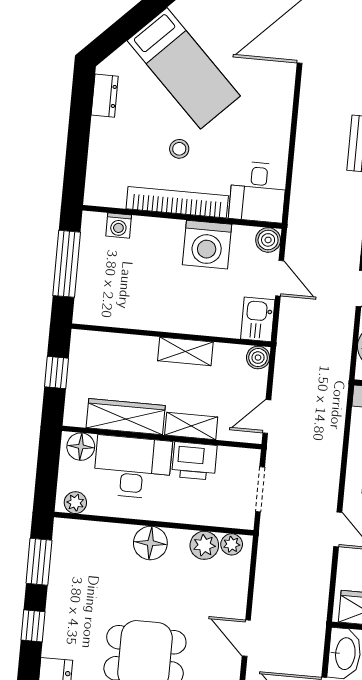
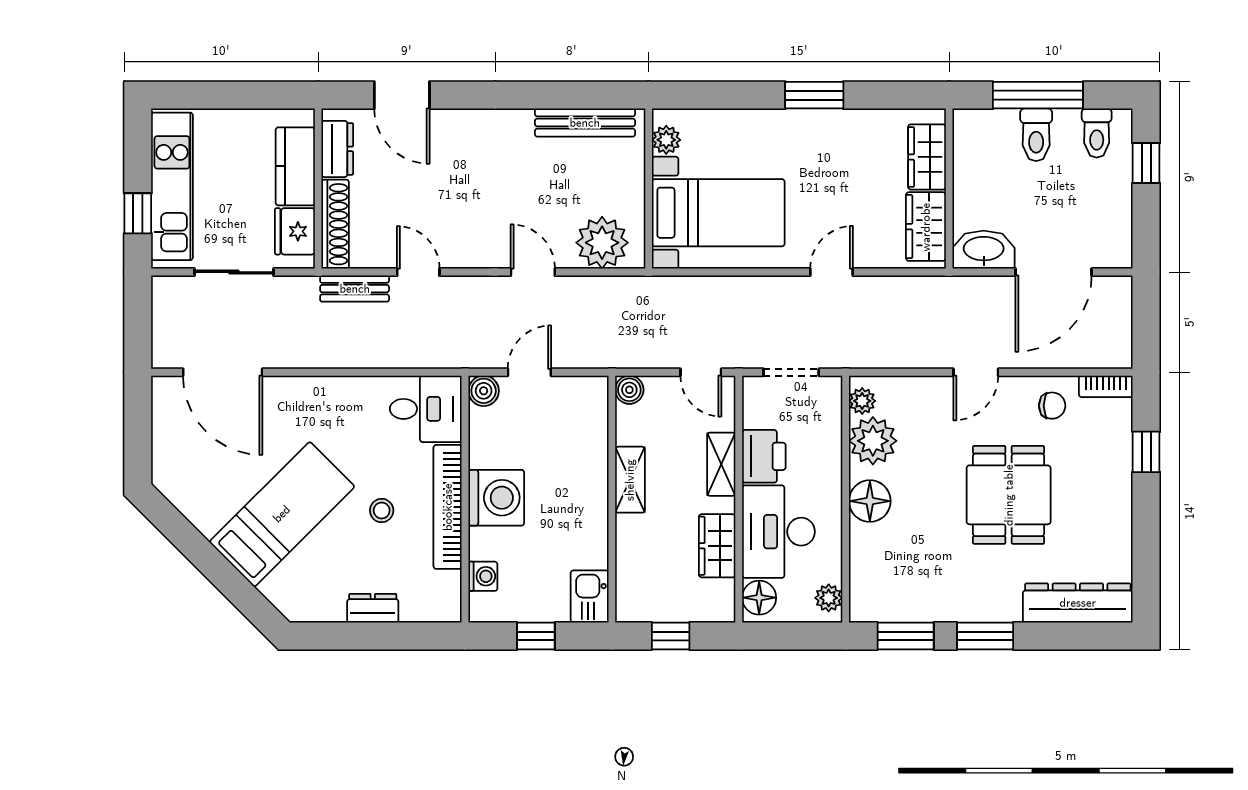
dresser: (105, 96) -> (373, 608), moved
washing machine: (207, 245) -> (496, 498), moved
window: (67, 264) -> (536, 636), width x0.46
kitchen sink: (258, 319) -> (590, 597), moved, turned 90
wardrobe: (126, 417) -> (717, 546), width x0.67
plant: (204, 545) -> (873, 441), width x1.36, depth x1.36
window: (33, 626) -> (985, 636), width x1.50

